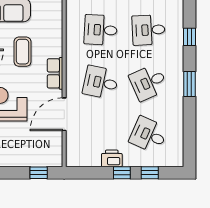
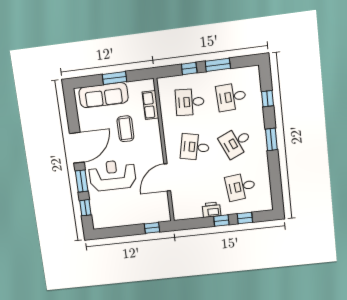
row of seats: (55, 73) -> (150, 105), moved
desk: (149, 135) -> (241, 187), turned -30

